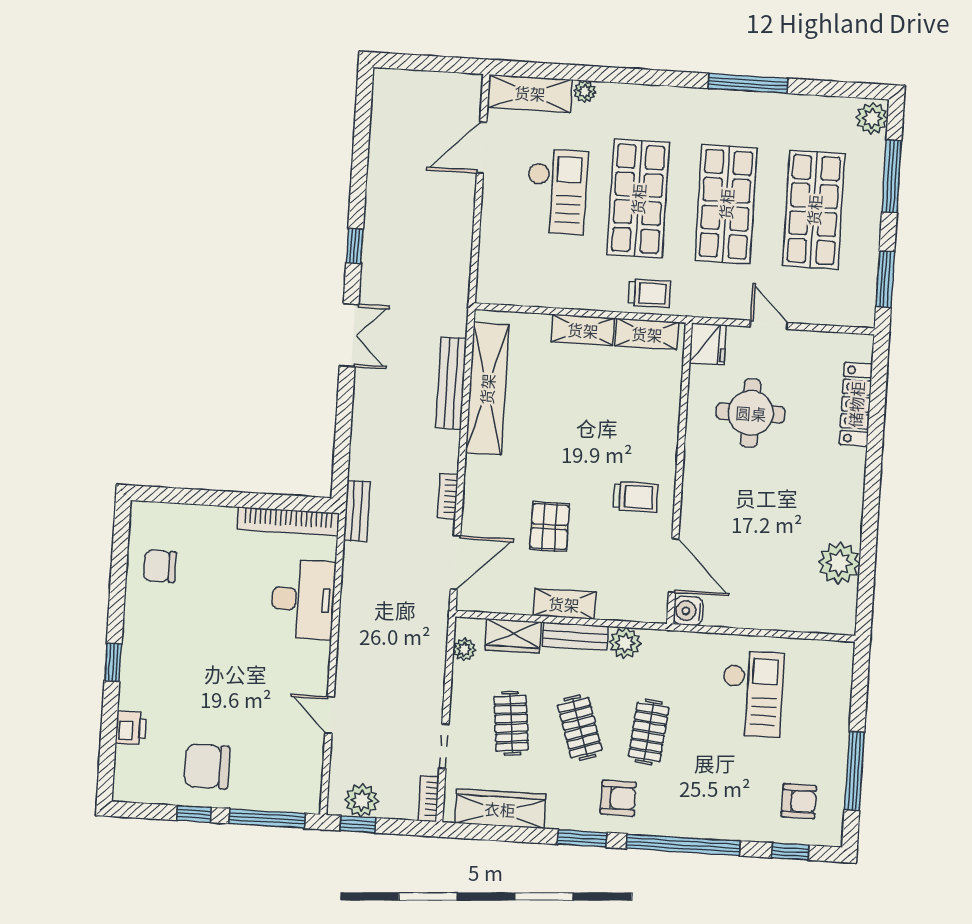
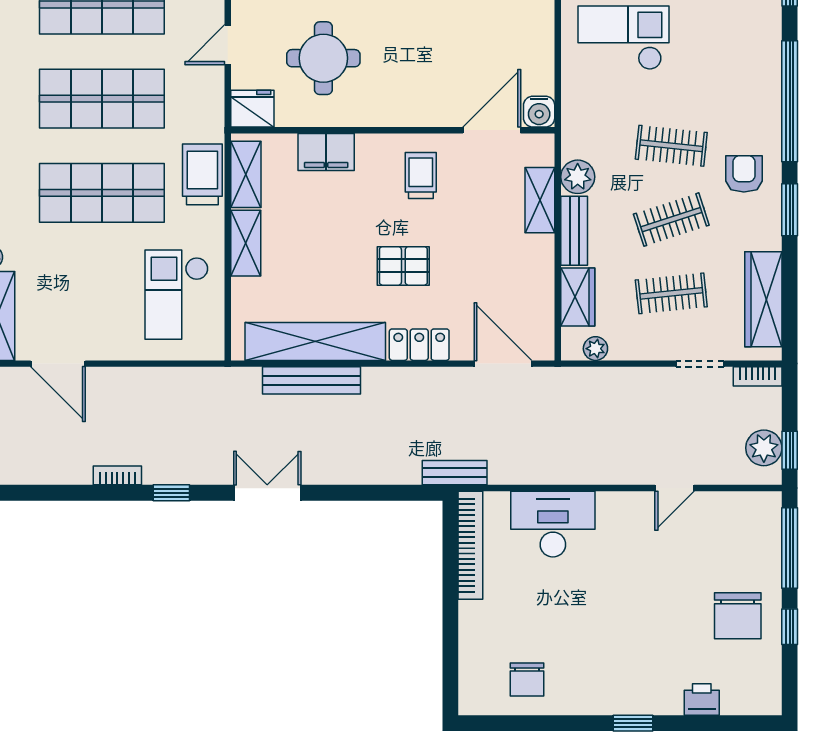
checkout: (557, 192) -> (177, 295), moved, turned -90
trolley: (650, 293) -> (202, 174), width x1.36, depth x1.39
filing cabinet: (663, 410) -> (326, 152), added
locker: (478, 485) -> (419, 345), added
bookcase: (448, 496) -> (117, 475), moved, turned 180
pallet: (550, 527) -> (403, 266), moved
shelving: (564, 604) -> (540, 200), moved

